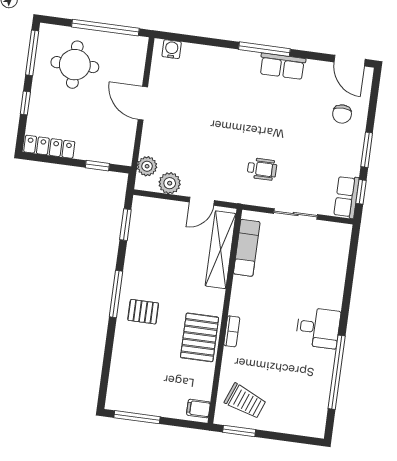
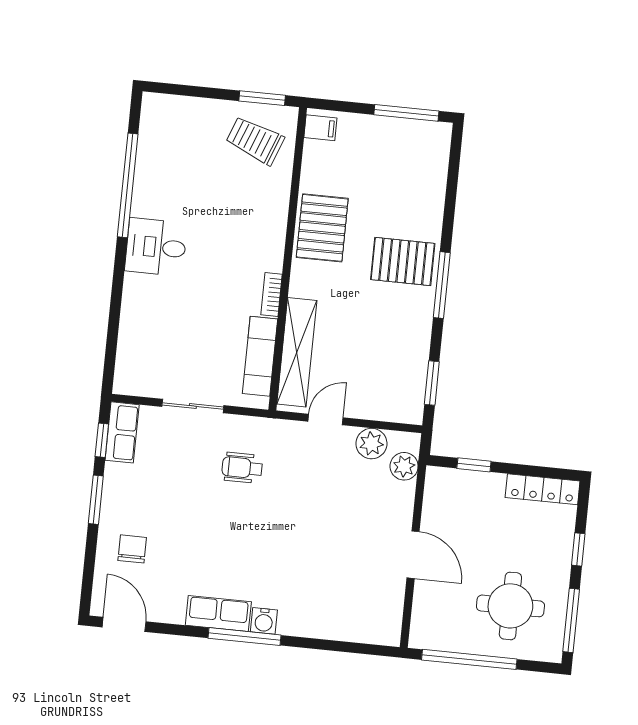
water cooler: (172, 49) -> (264, 621), moved
pallet: (143, 312) -> (403, 262), width x1.50, depth x1.42
bookcase: (232, 331) -> (271, 295), moved

